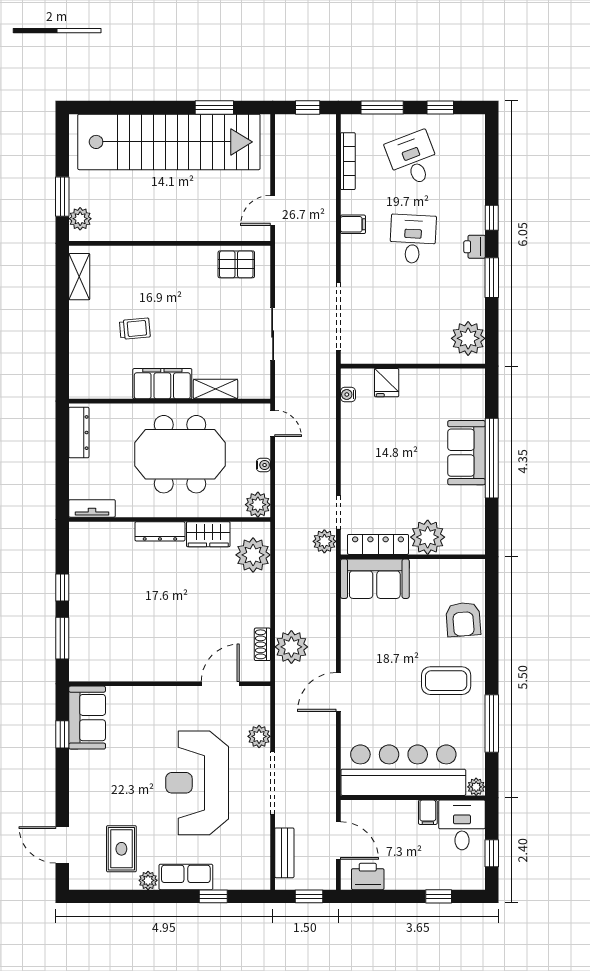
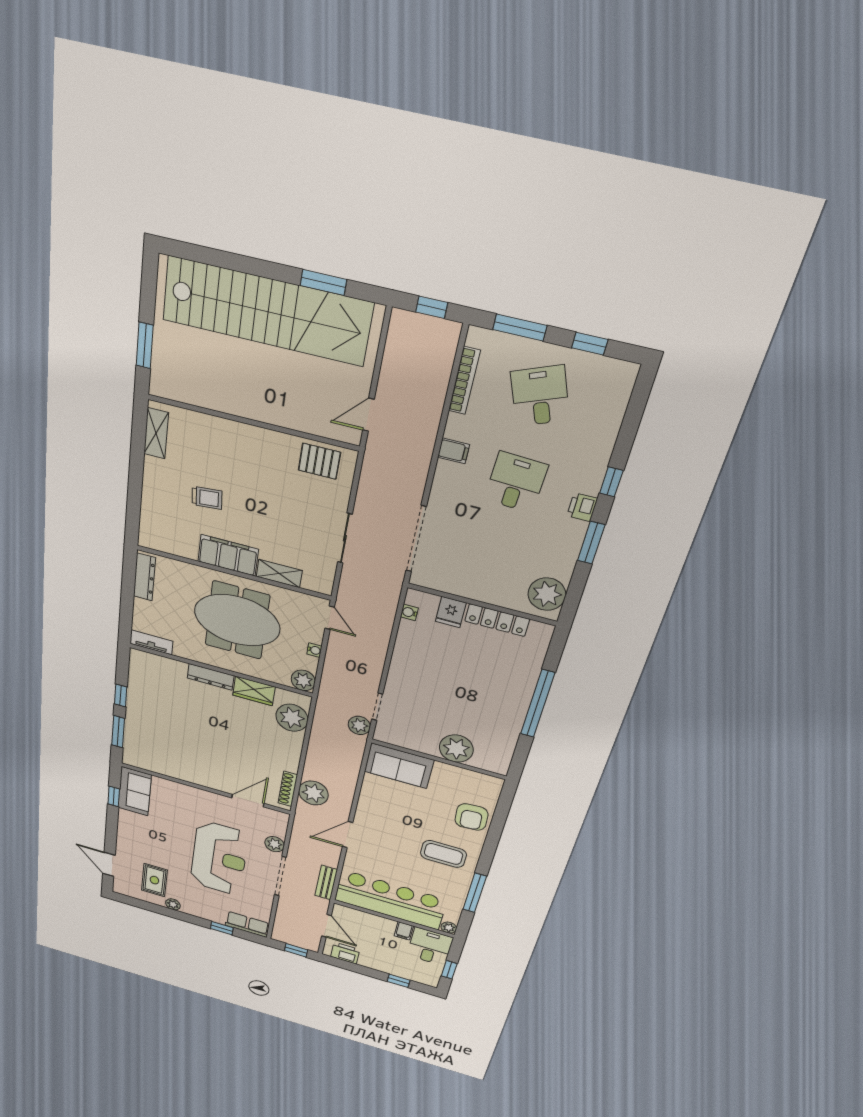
plant: (80, 219) -> (162, 374), removed
sofa: (467, 453) -> (514, 693), removed
locker: (378, 544) -> (497, 620), moved, turned 180
shoe rack: (262, 644) -> (288, 789), width x1.43
reception desk: (197, 783) -> (219, 858), turned 180
bench: (284, 853) -> (326, 883), moved
row of seats: (186, 877) -> (247, 924), moved

